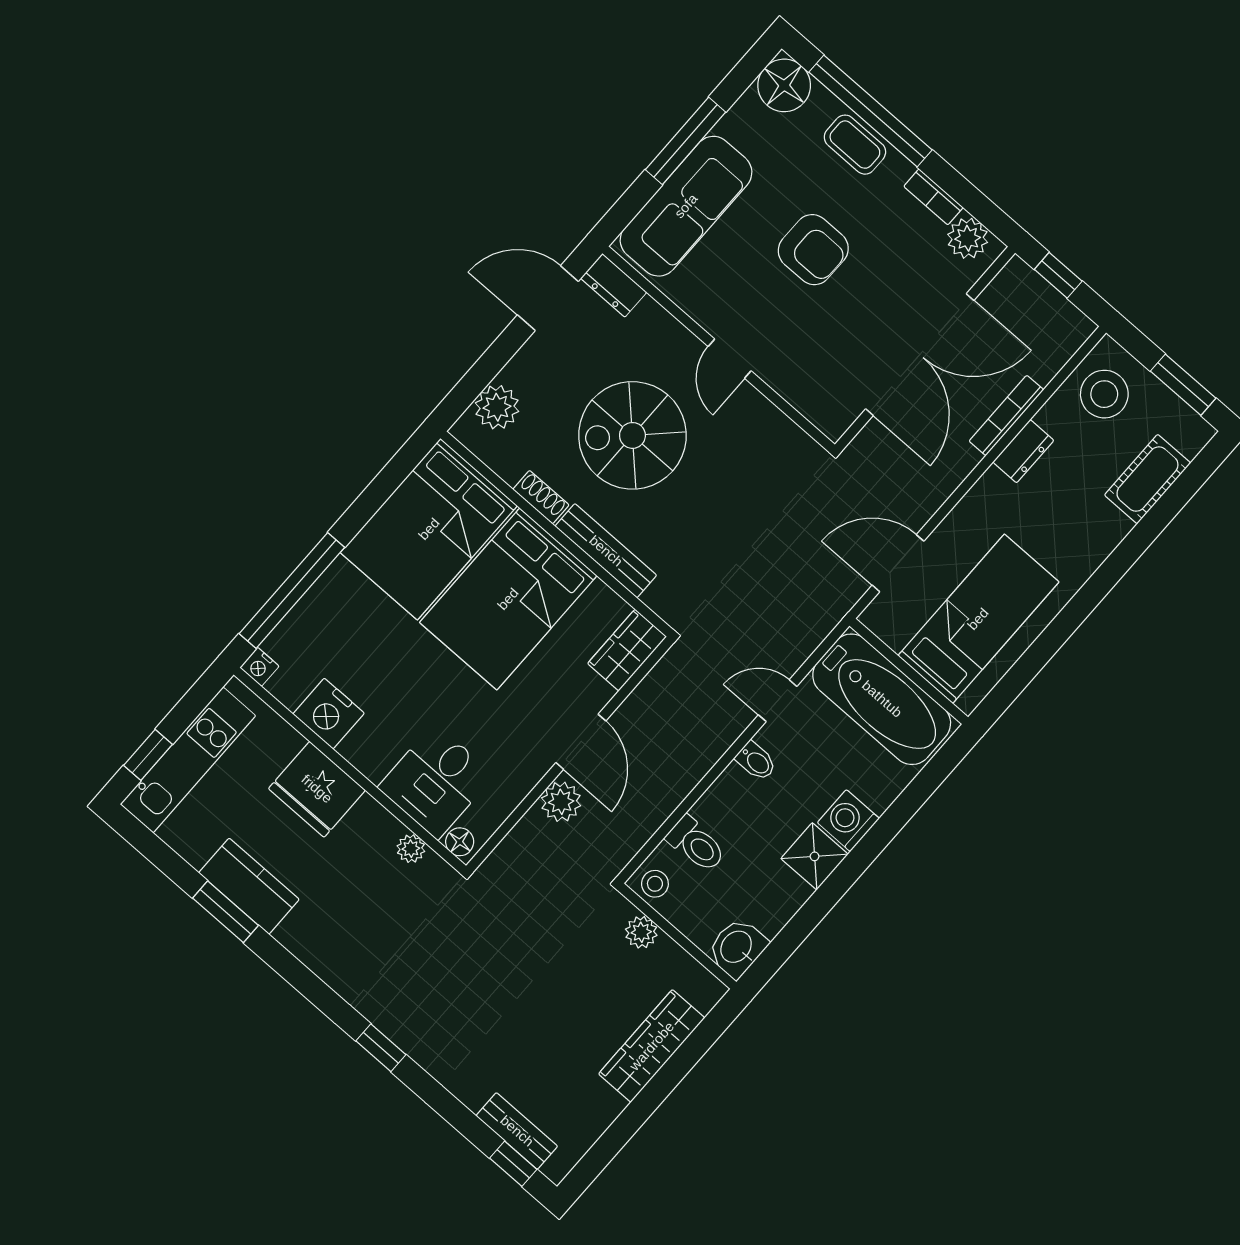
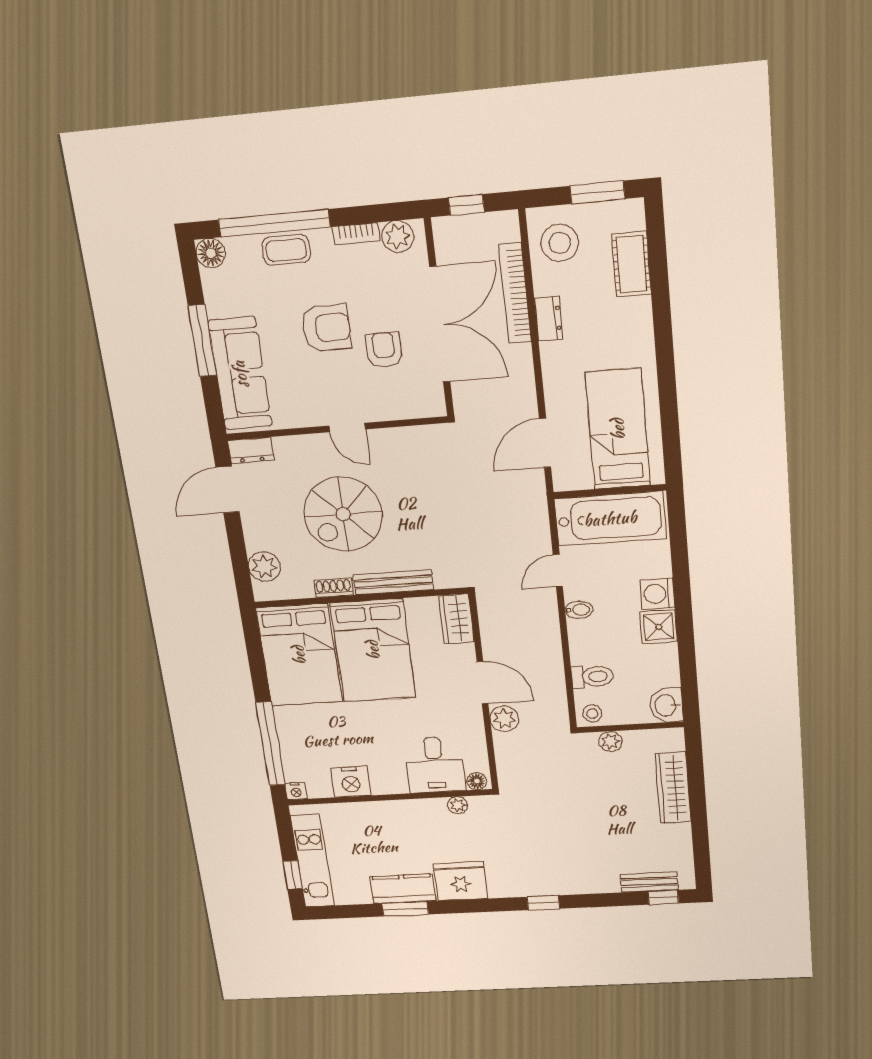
floor lamp: (784, 85) -> (211, 253), width x0.73, depth x0.73
armchair: (843, 324) -> (384, 350), added
bookcase: (1006, 415) -> (515, 293), width x1.48, depth x1.31
fridge: (317, 789) -> (460, 881), moved, turned 180

